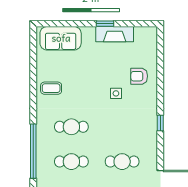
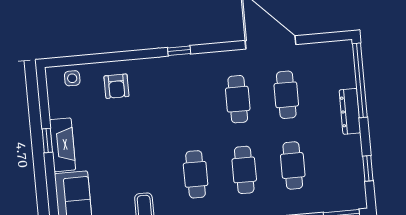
fireplace: (115, 34) -> (63, 145), moved
side table: (116, 93) -> (72, 78), moved

